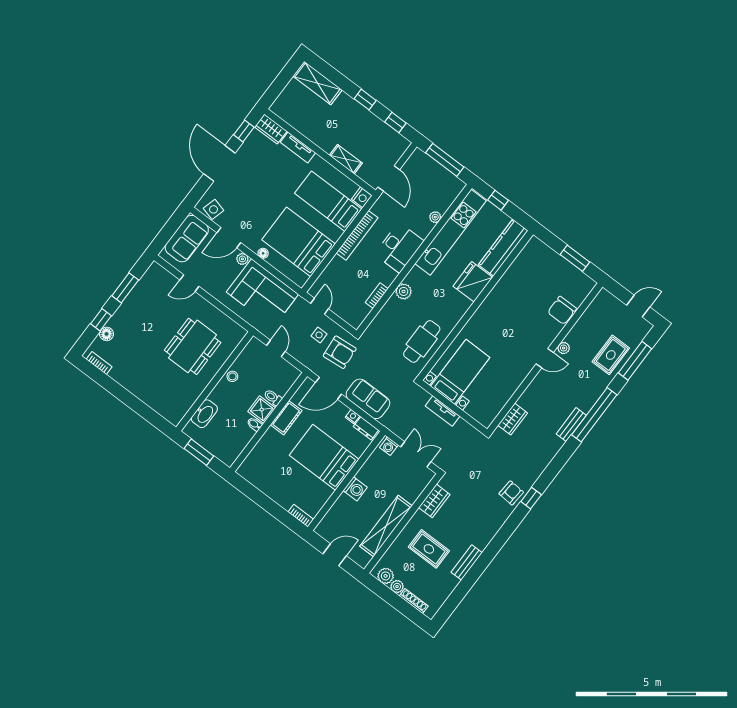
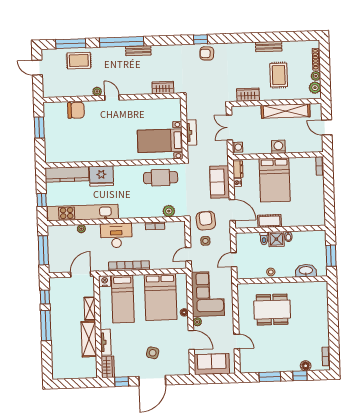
shelving: (317, 83) -> (89, 339), moved
window: (365, 100) -> (46, 326), width x2.17
side table: (213, 209) -> (153, 353), moved
plant: (404, 291) -> (169, 211), moved

